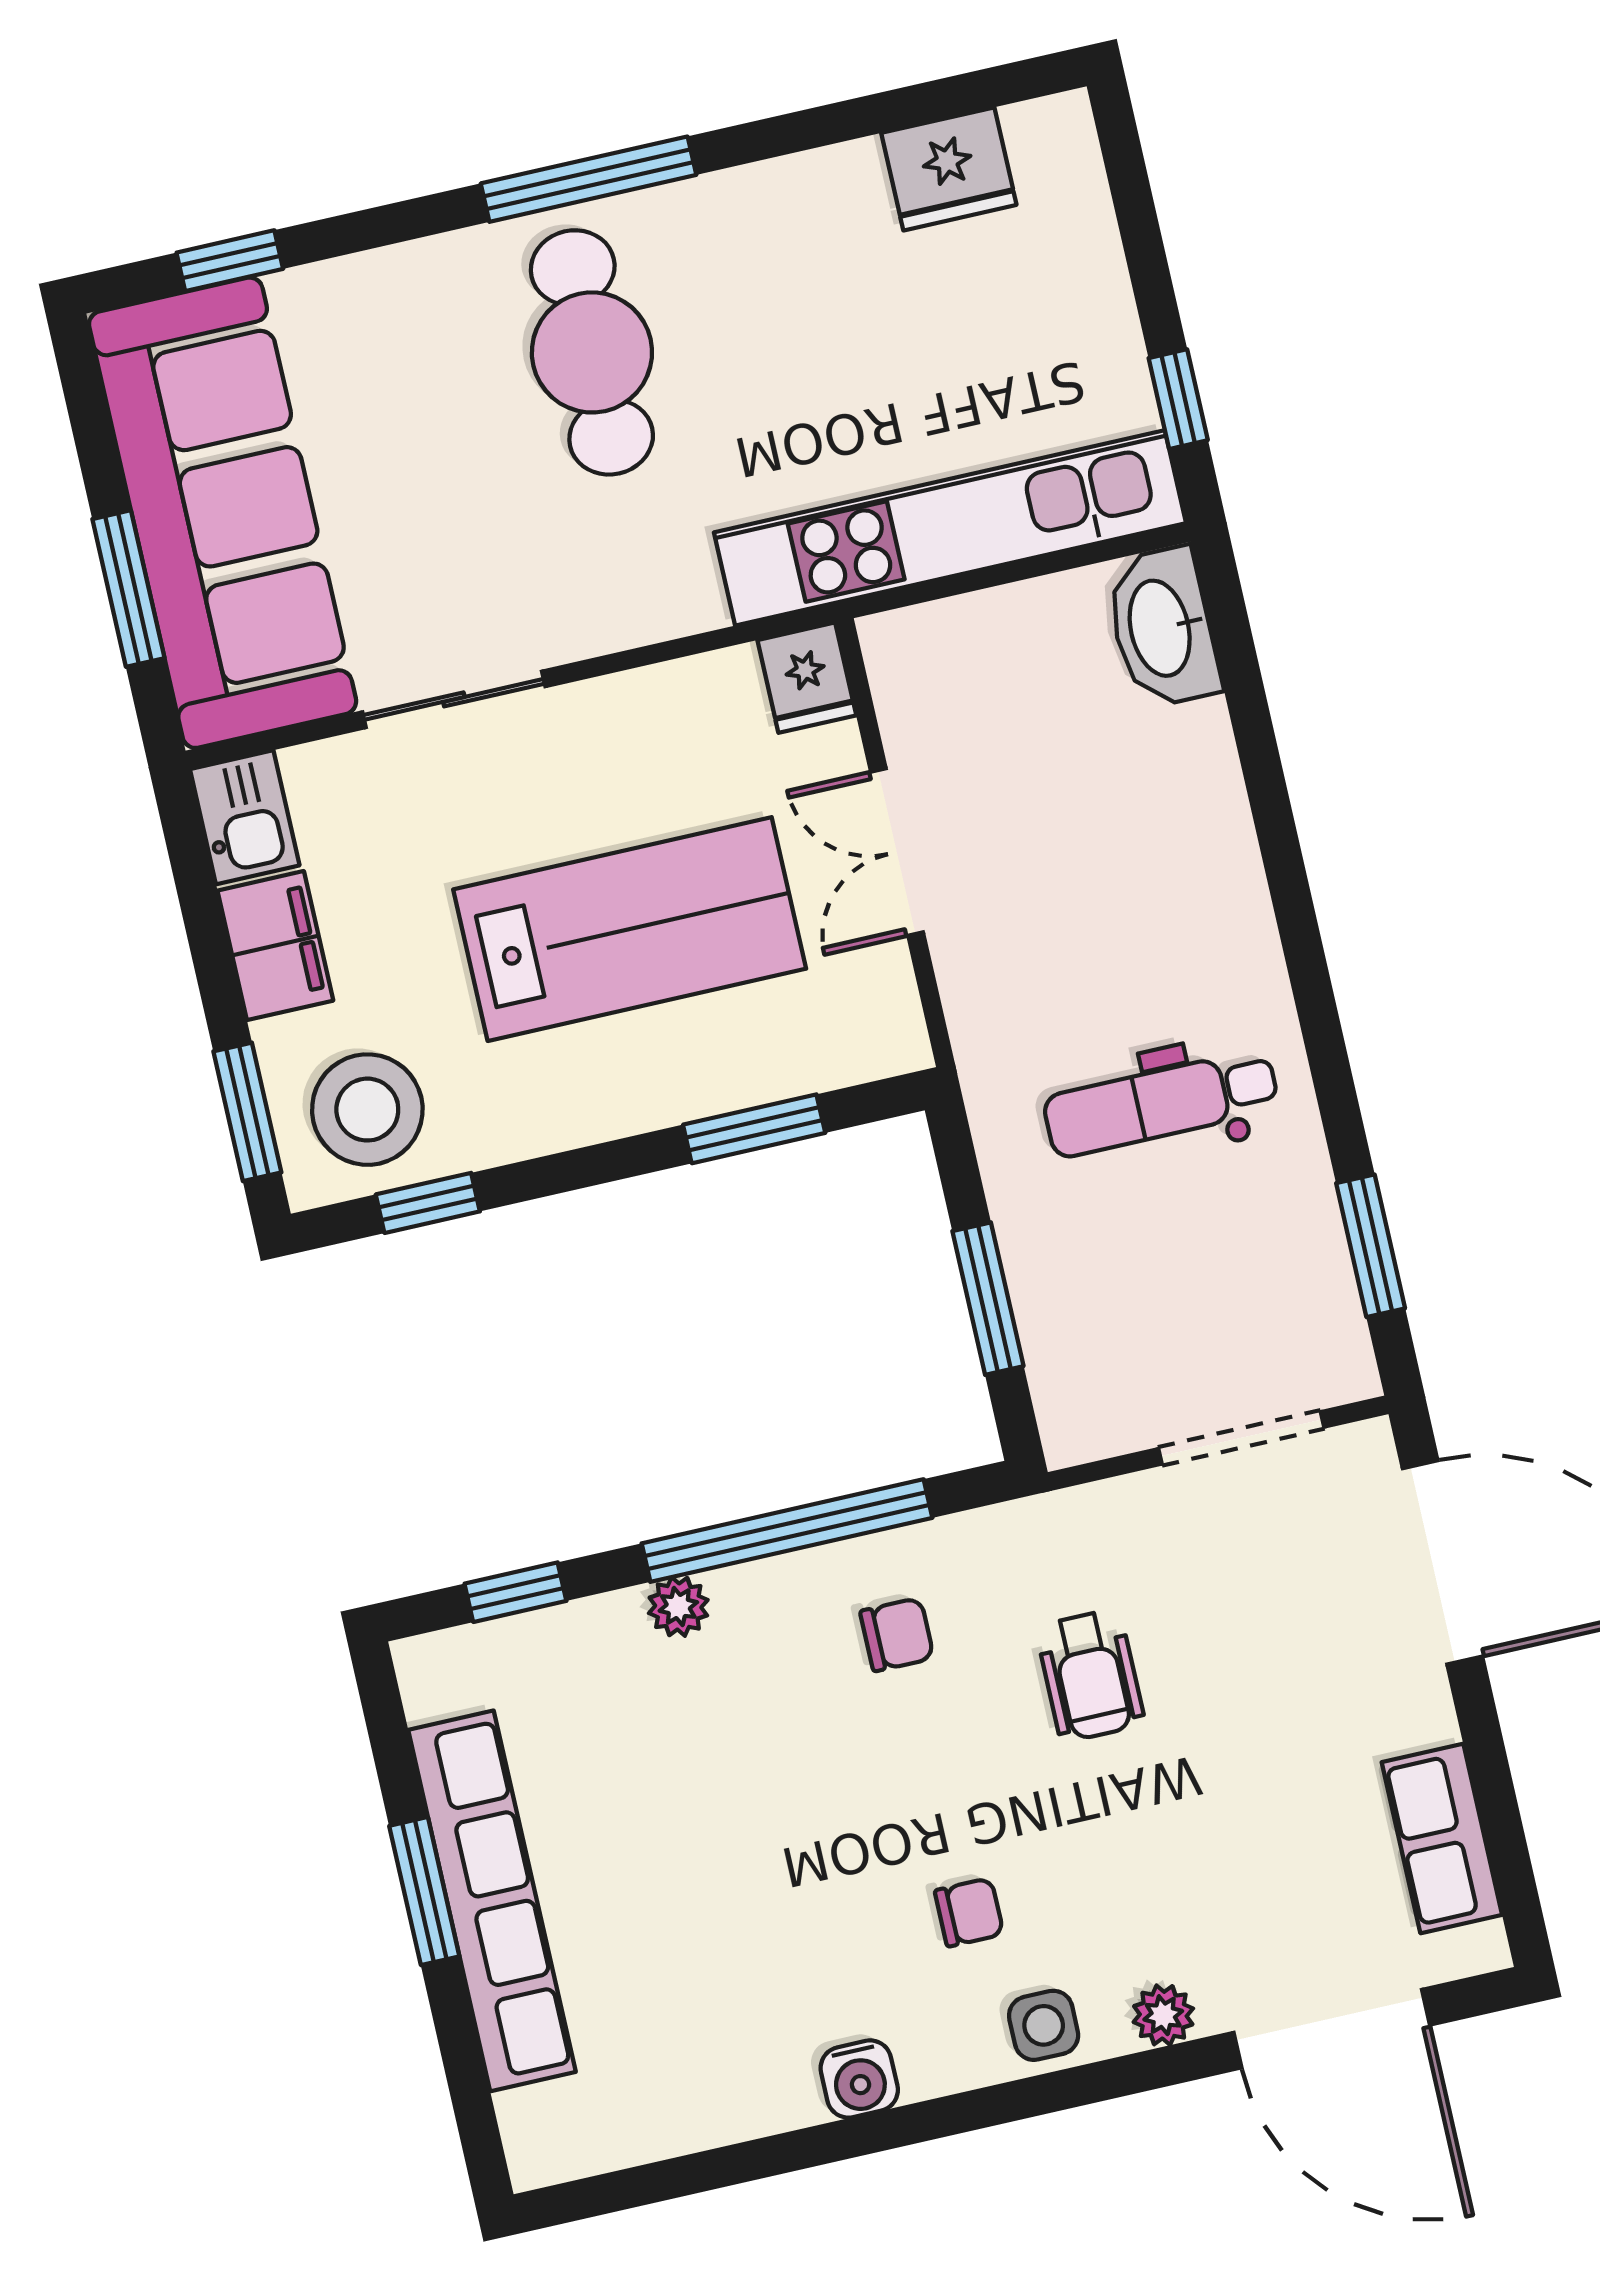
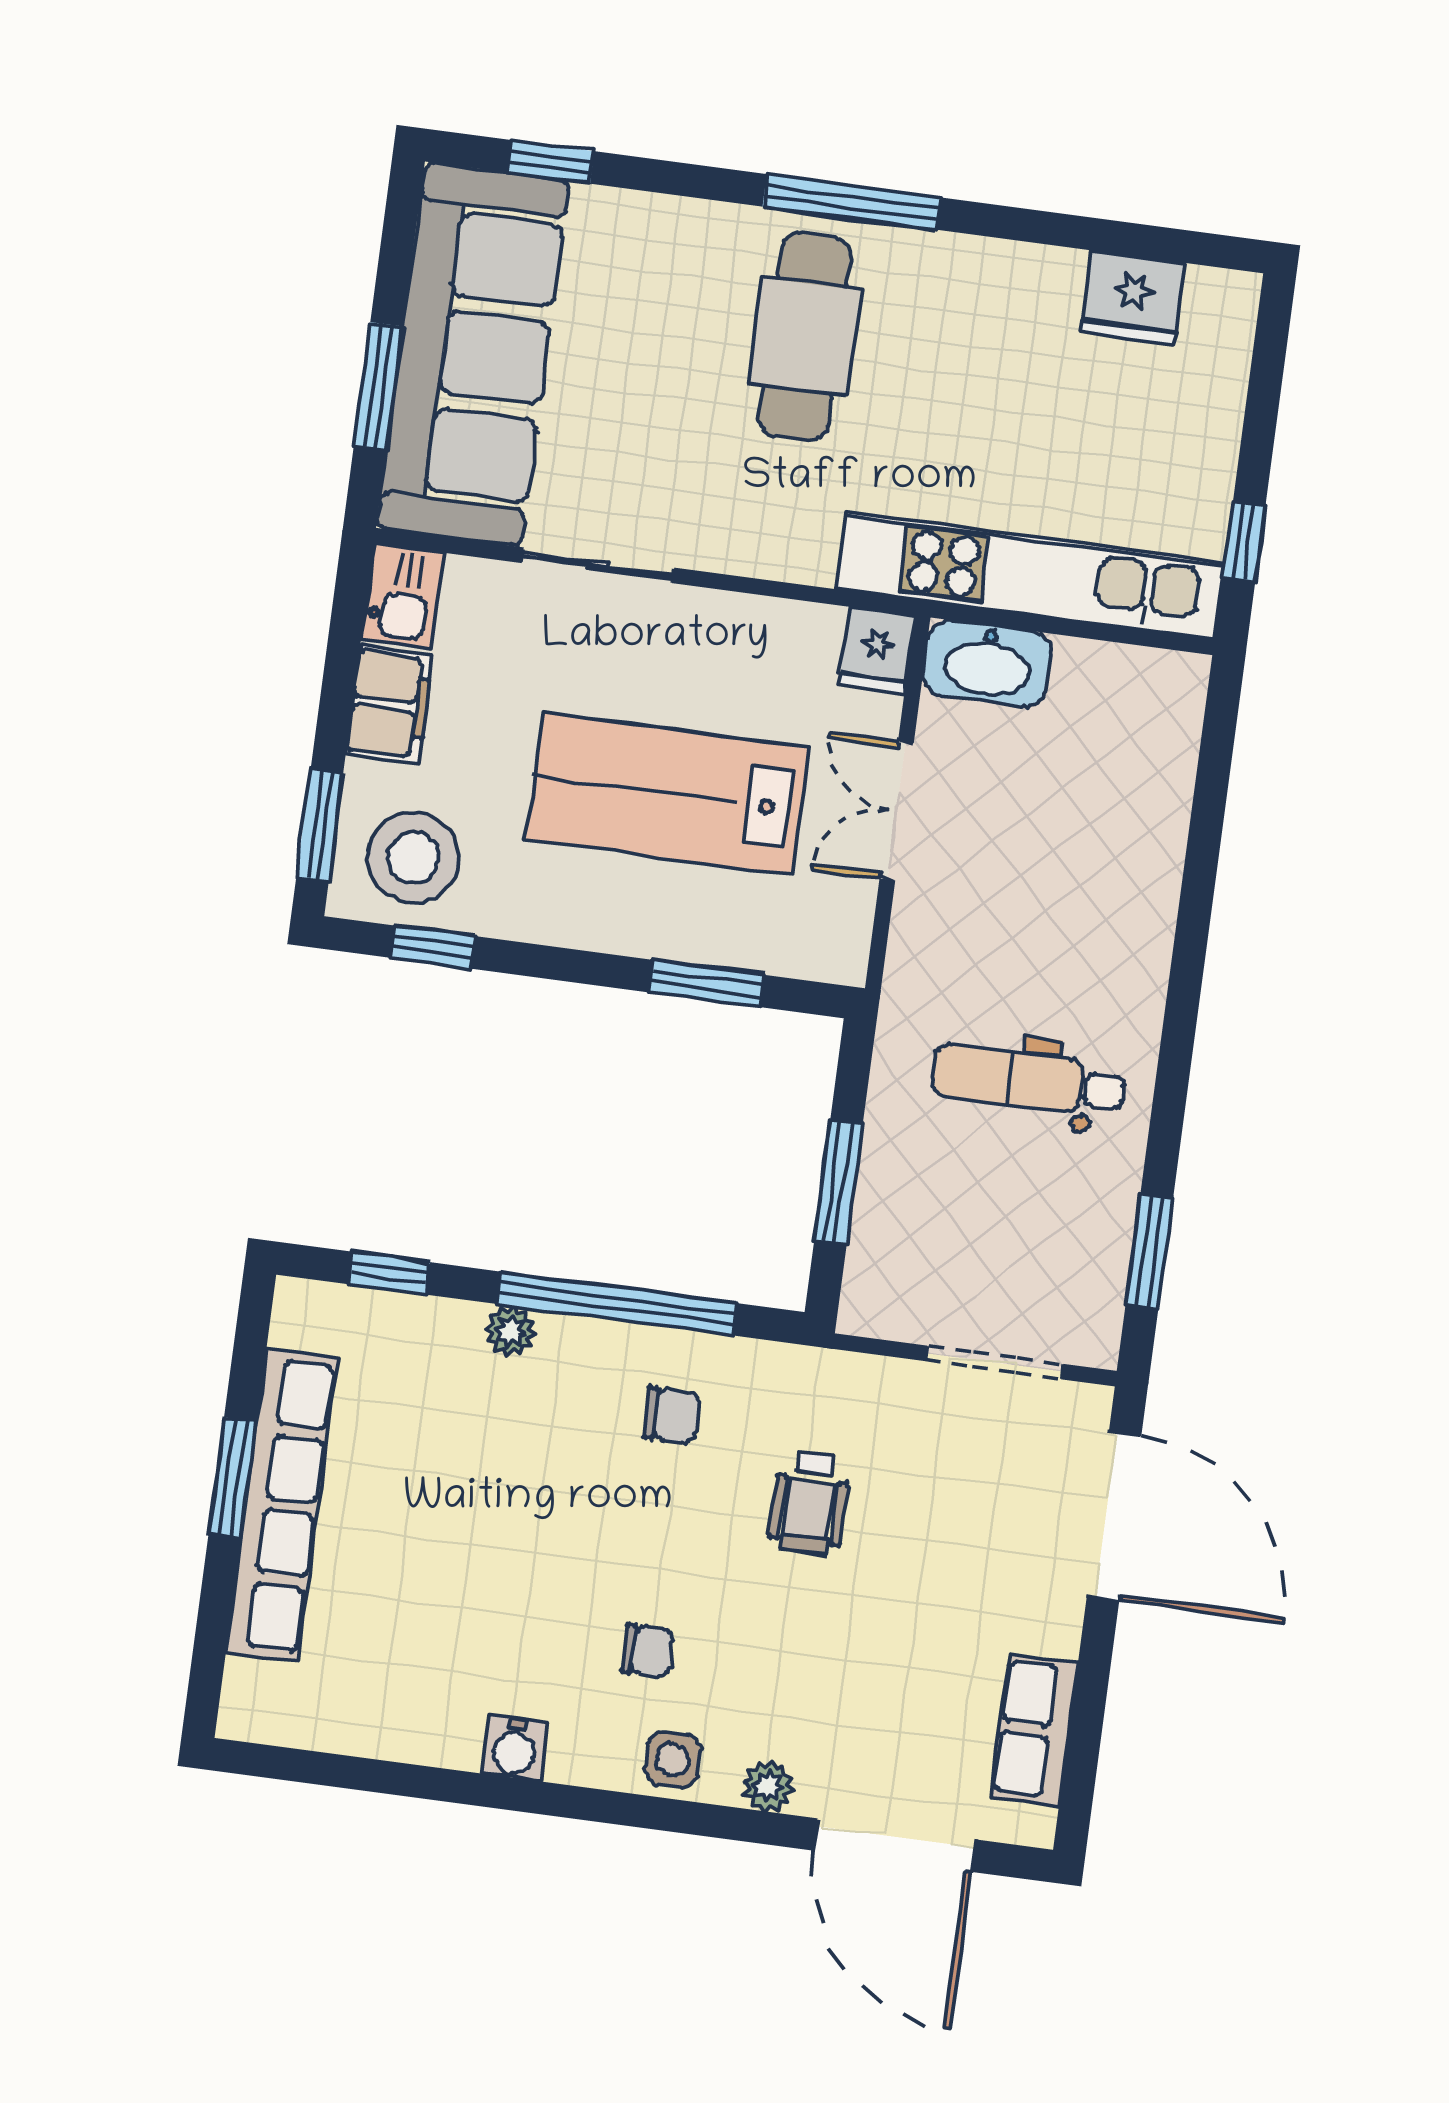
washbasin: (1162, 628) -> (987, 664), moved, turned -90
lab bench: (630, 929) -> (668, 793), turned 180

